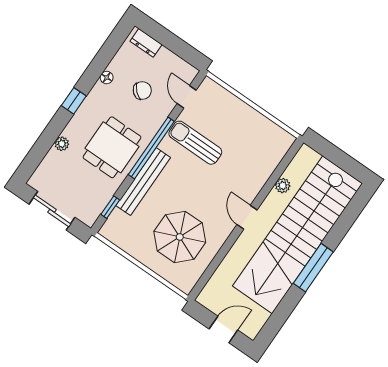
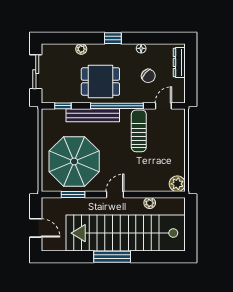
dresser: (146, 43) -> (179, 62), width x1.44
plant: (283, 141) -> (177, 184), added
parasol: (180, 237) -> (74, 161), width x1.36, depth x1.36
window: (215, 263) -> (73, 194), added

